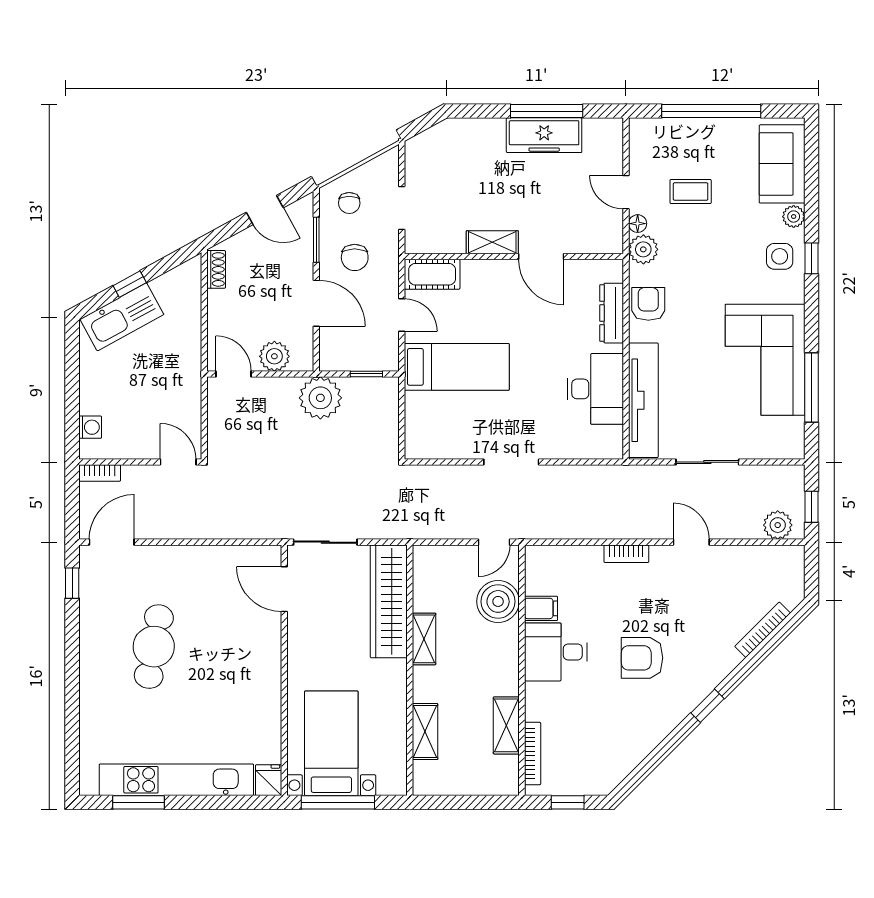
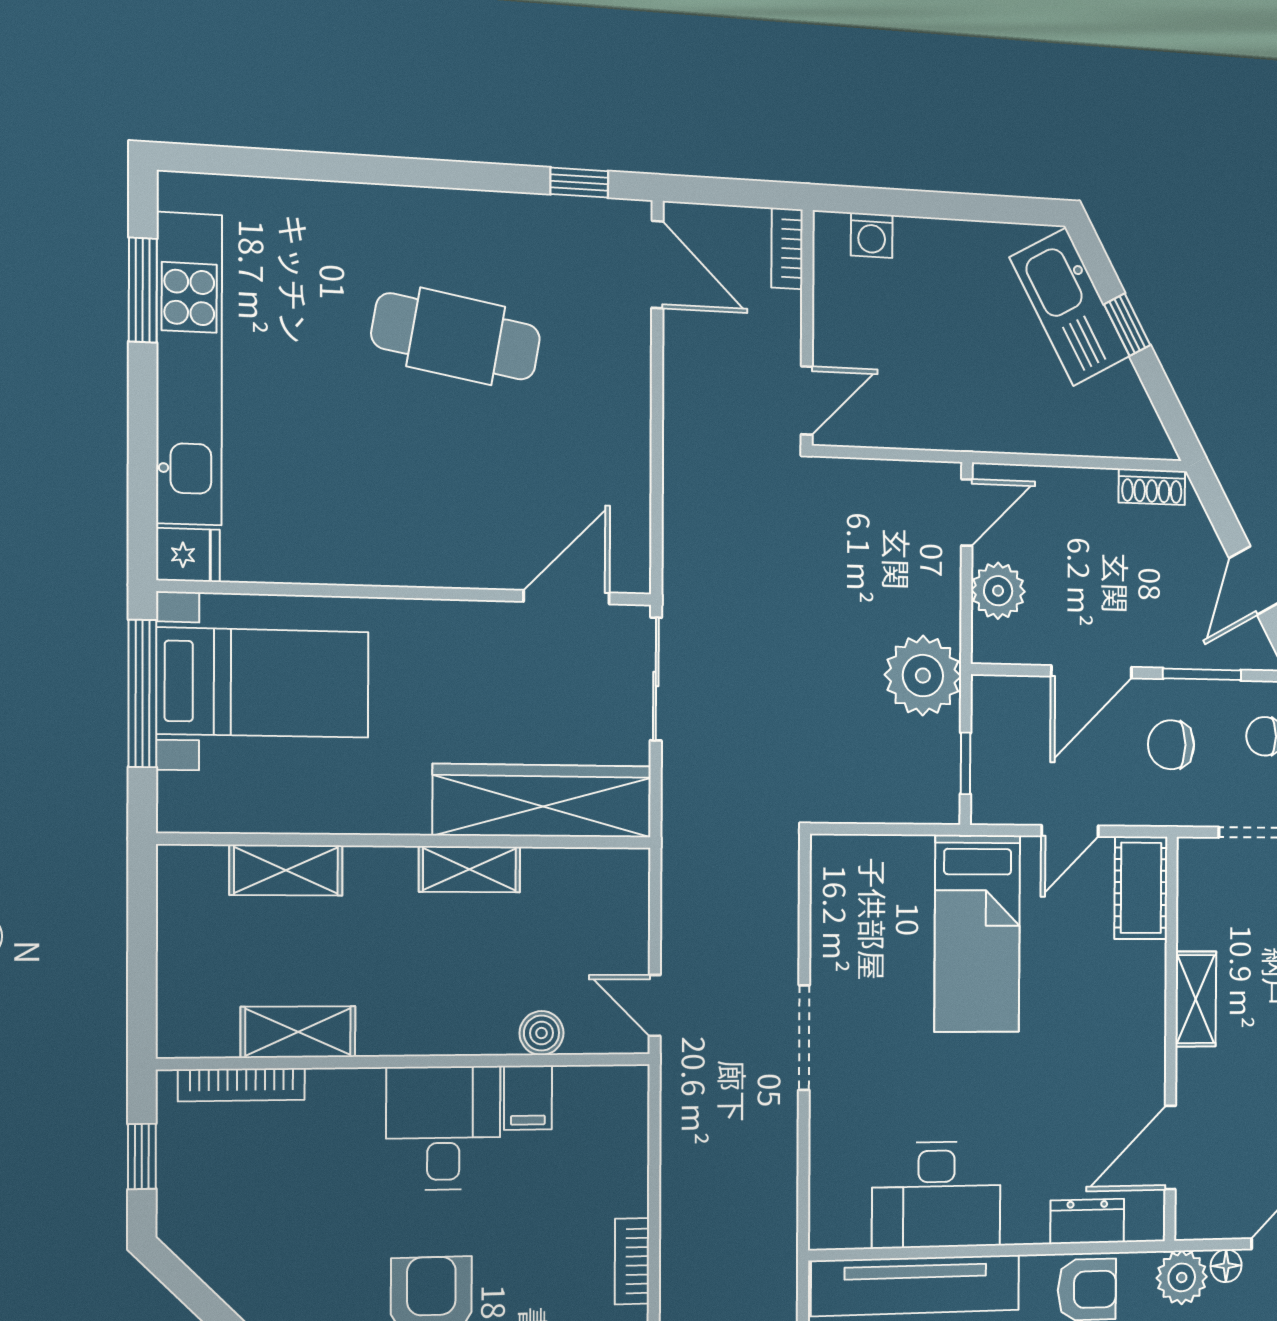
door: (541, 257) -> (1170, 1147), moved
dresser: (612, 313) -> (1087, 1221), width x0.70
boiler: (498, 601) -> (542, 1033), width x0.54, depth x0.54

